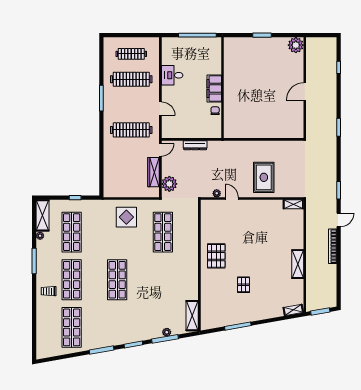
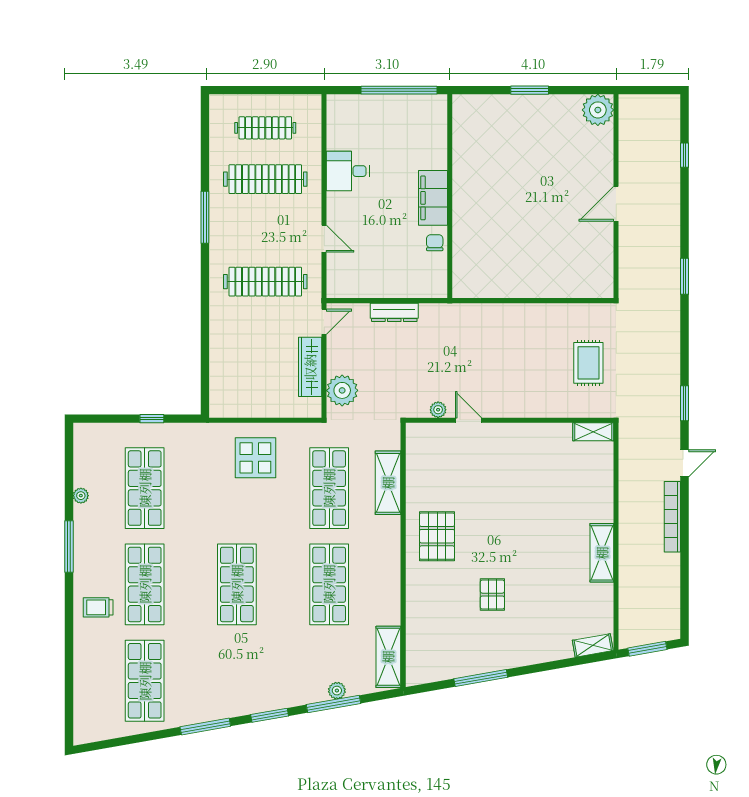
rug: (264, 177) -> (588, 363), moved, width x0.73, depth x0.70
shelving: (42, 215) -> (388, 483), moved
shop shelf: (163, 280) -> (329, 584), added

